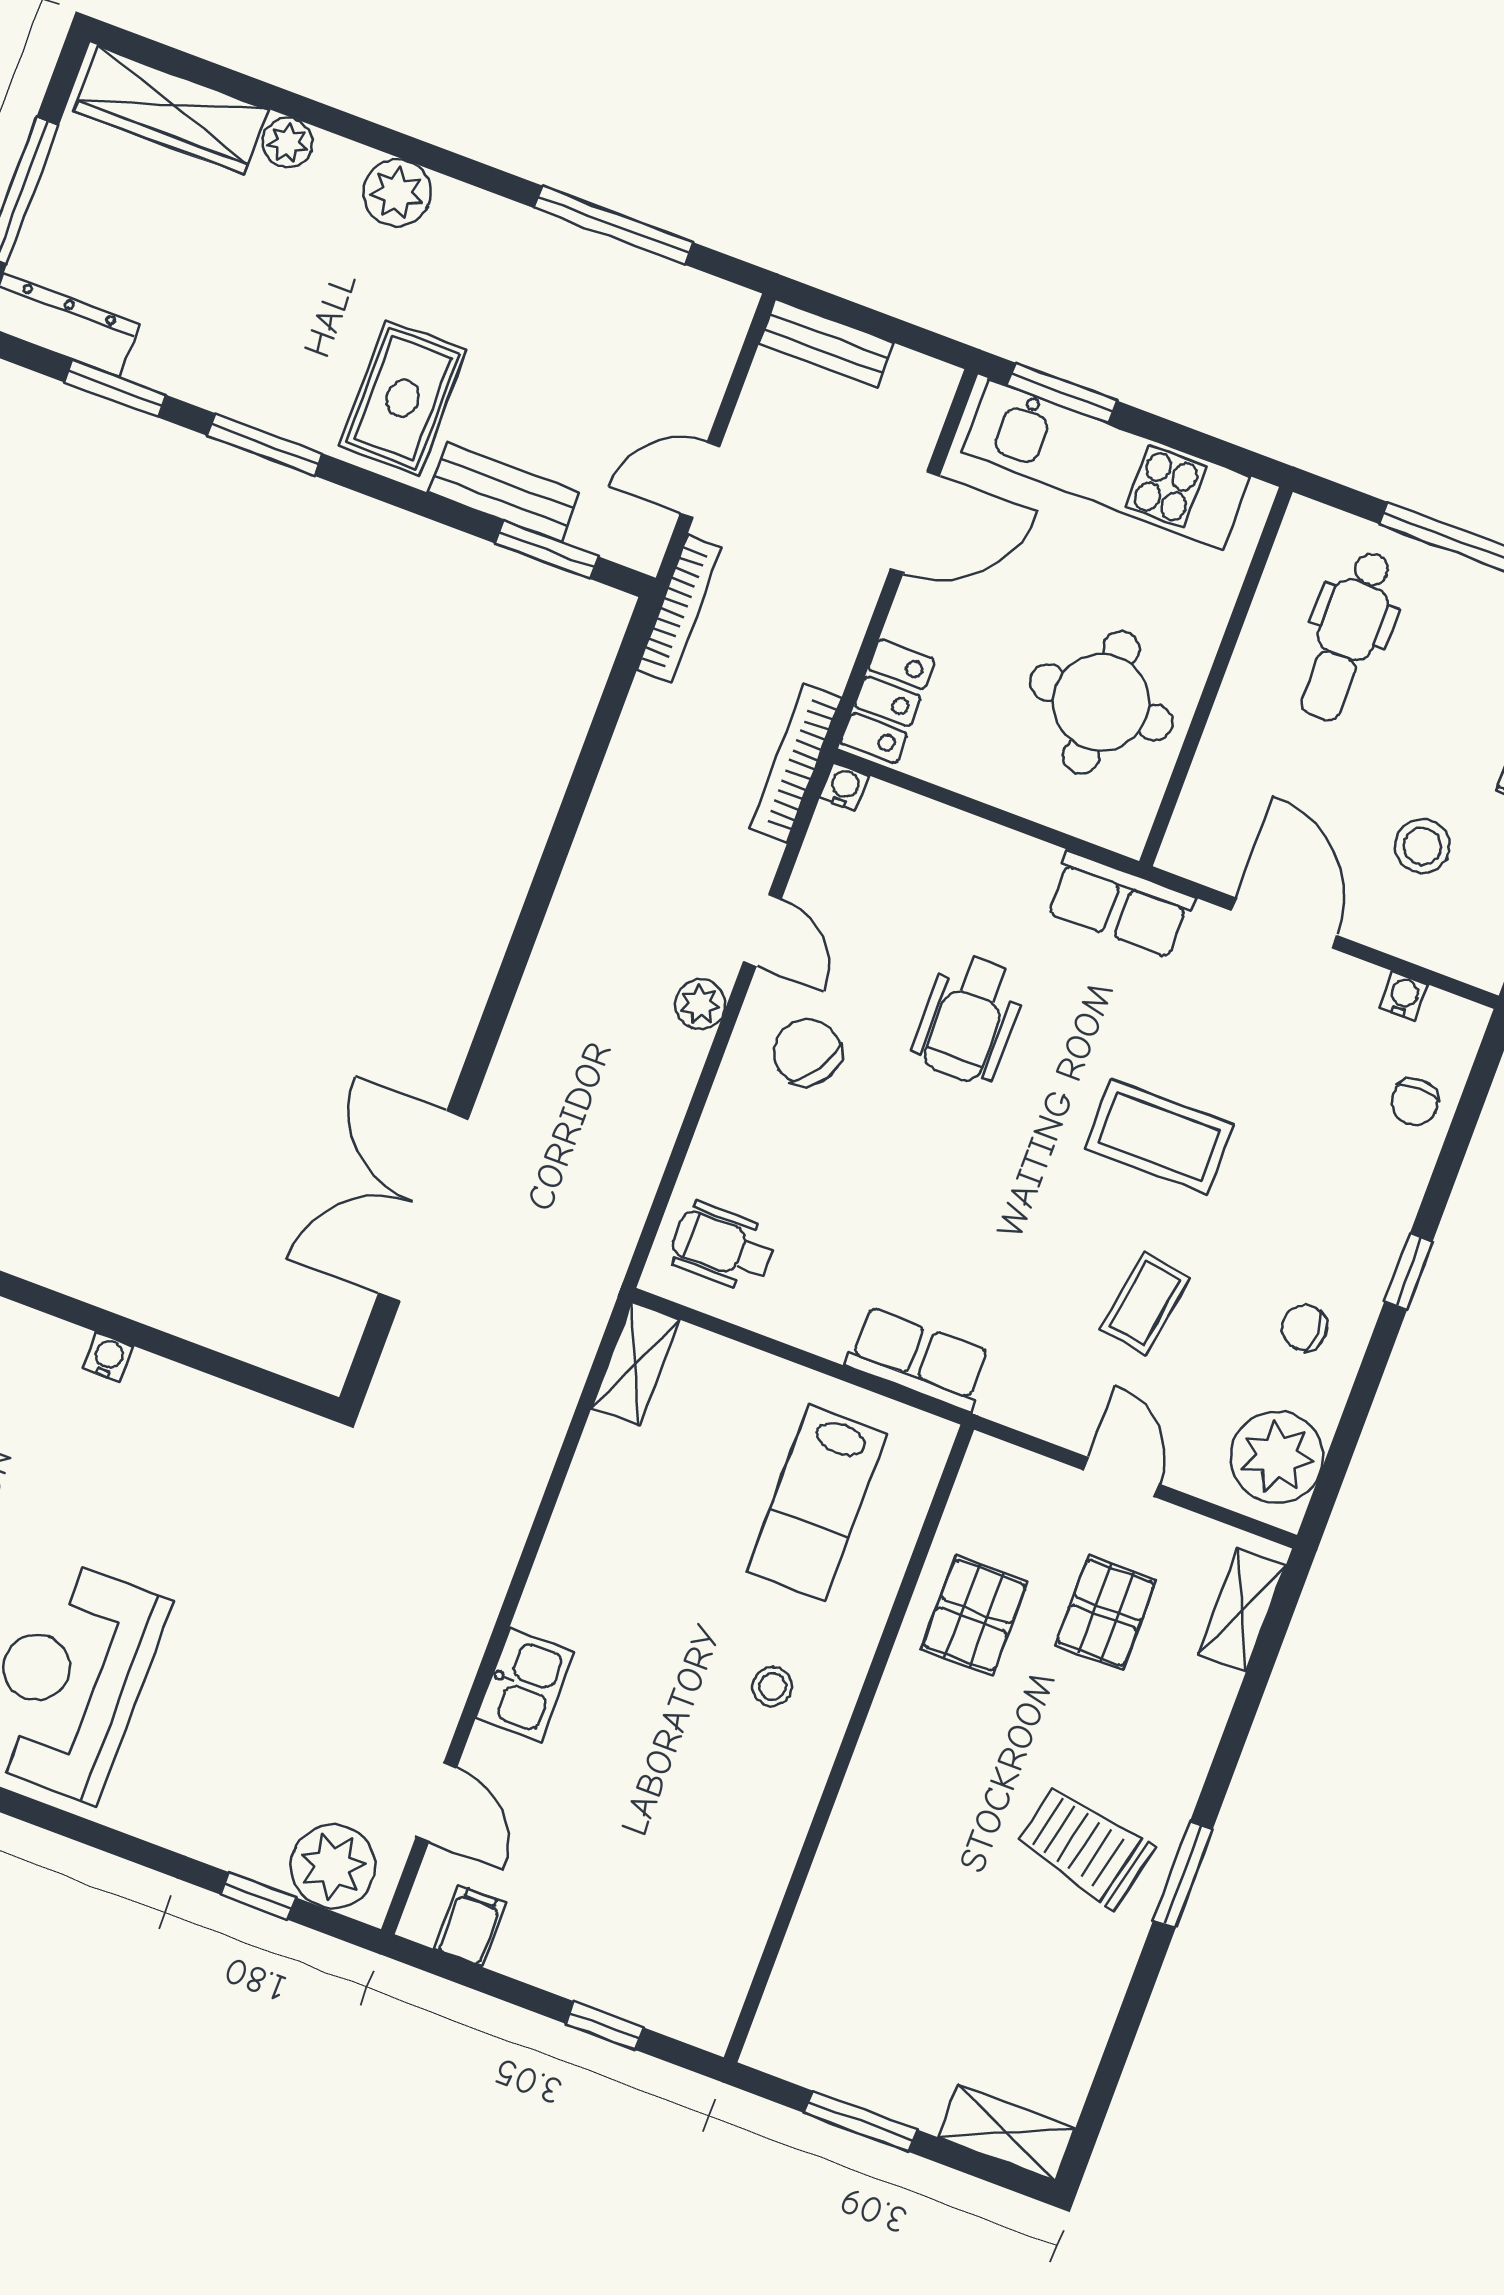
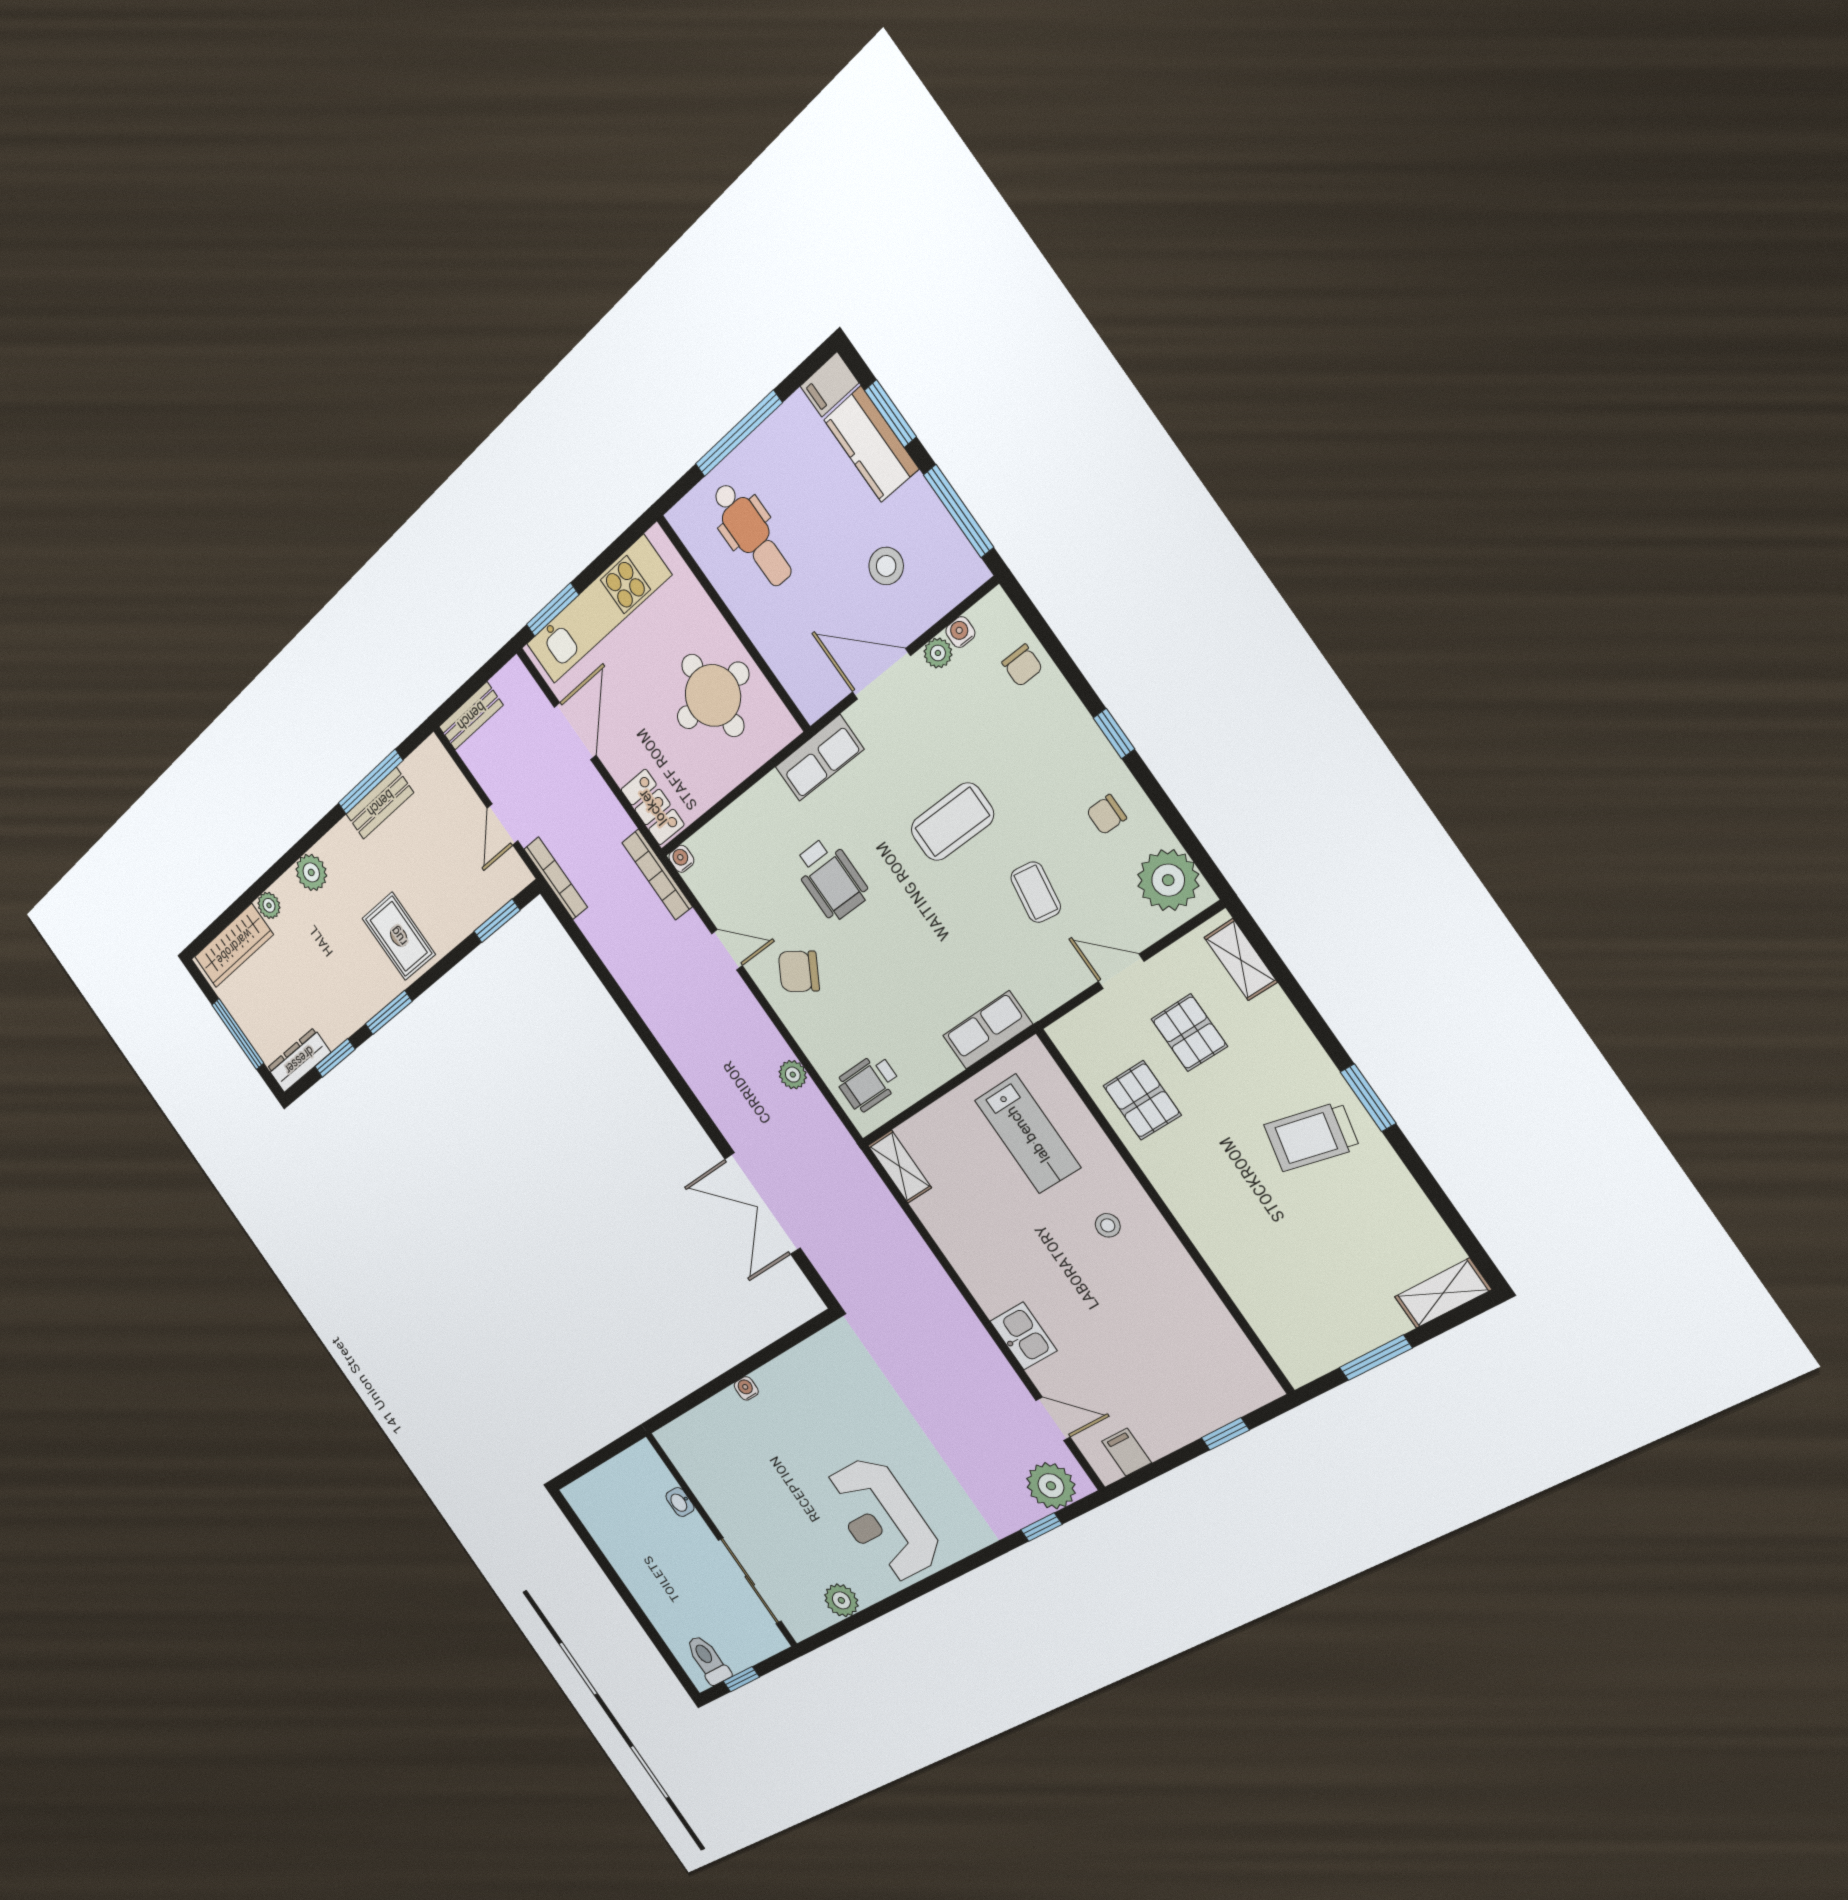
bench: (504, 492) -> (380, 803), moved
plant: (1359, 983) -> (938, 653), added
plant: (700, 1004) -> (793, 1075), moved

